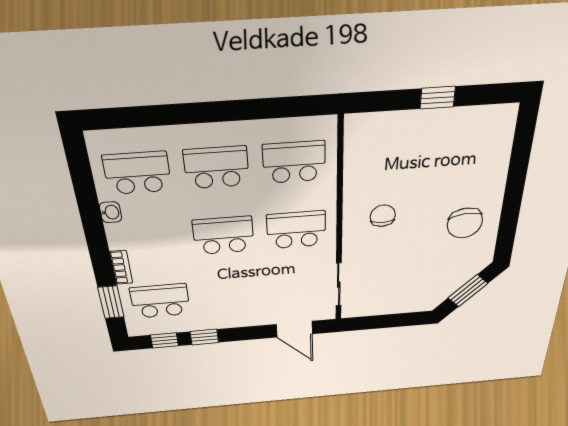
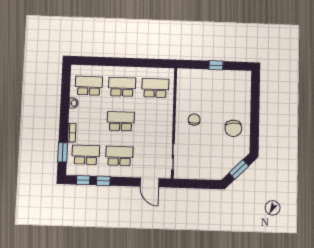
school desk: (296, 230) -> (119, 156), moved

